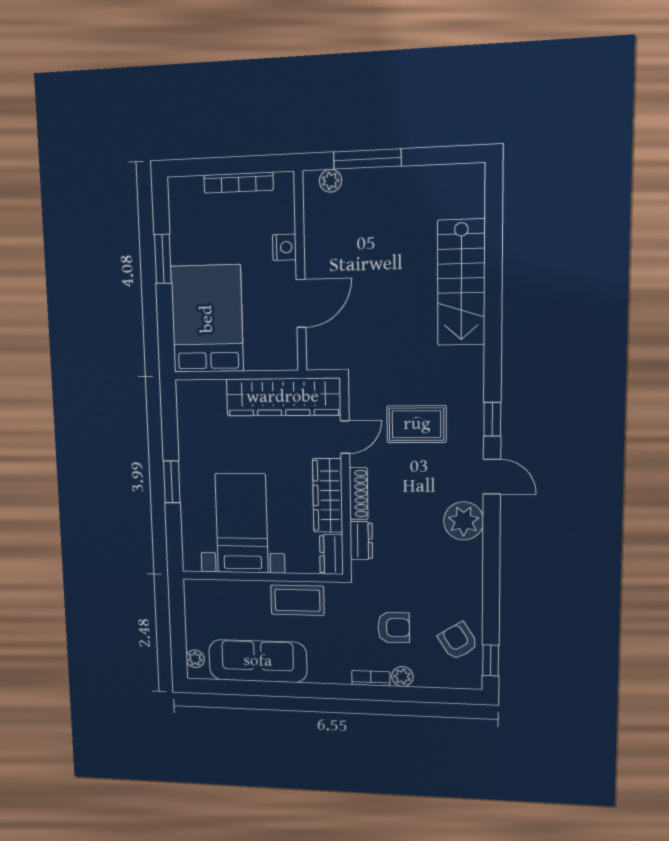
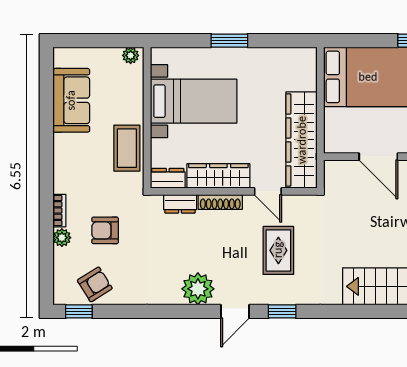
armchair: (394, 627) -> (105, 230), turned 90
plant: (195, 659) -> (131, 55), moved
sofa: (258, 661) -> (71, 100), width x0.73

